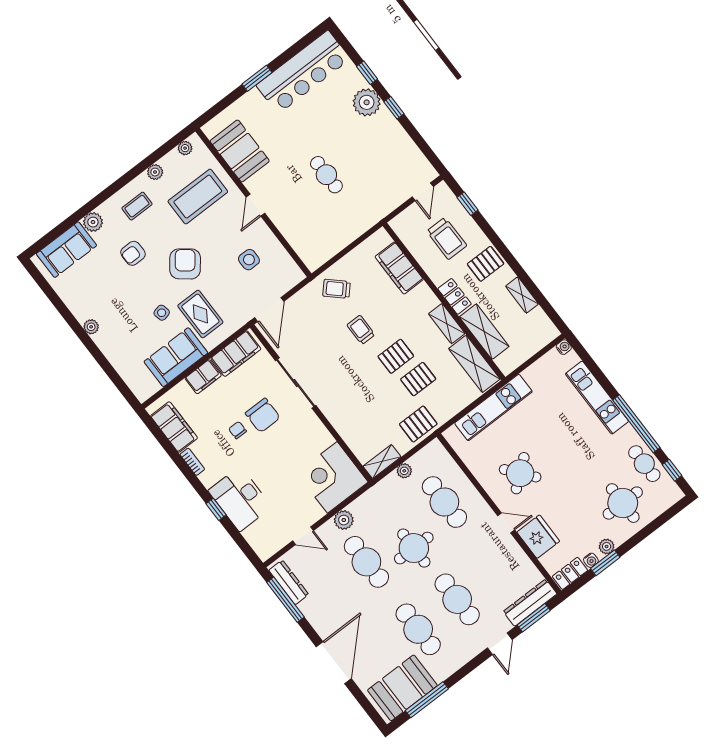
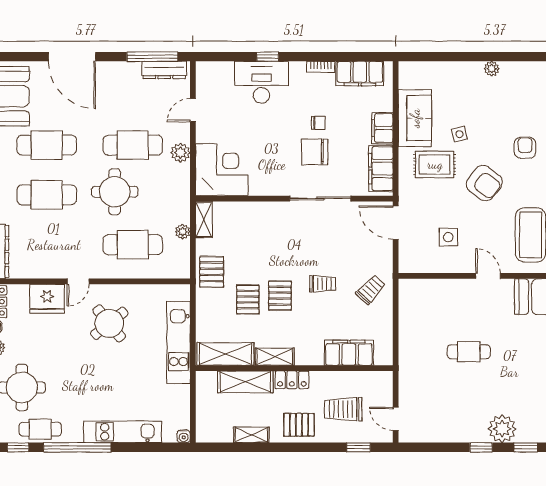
pallet: (486, 264) -> (299, 425), turned 90

